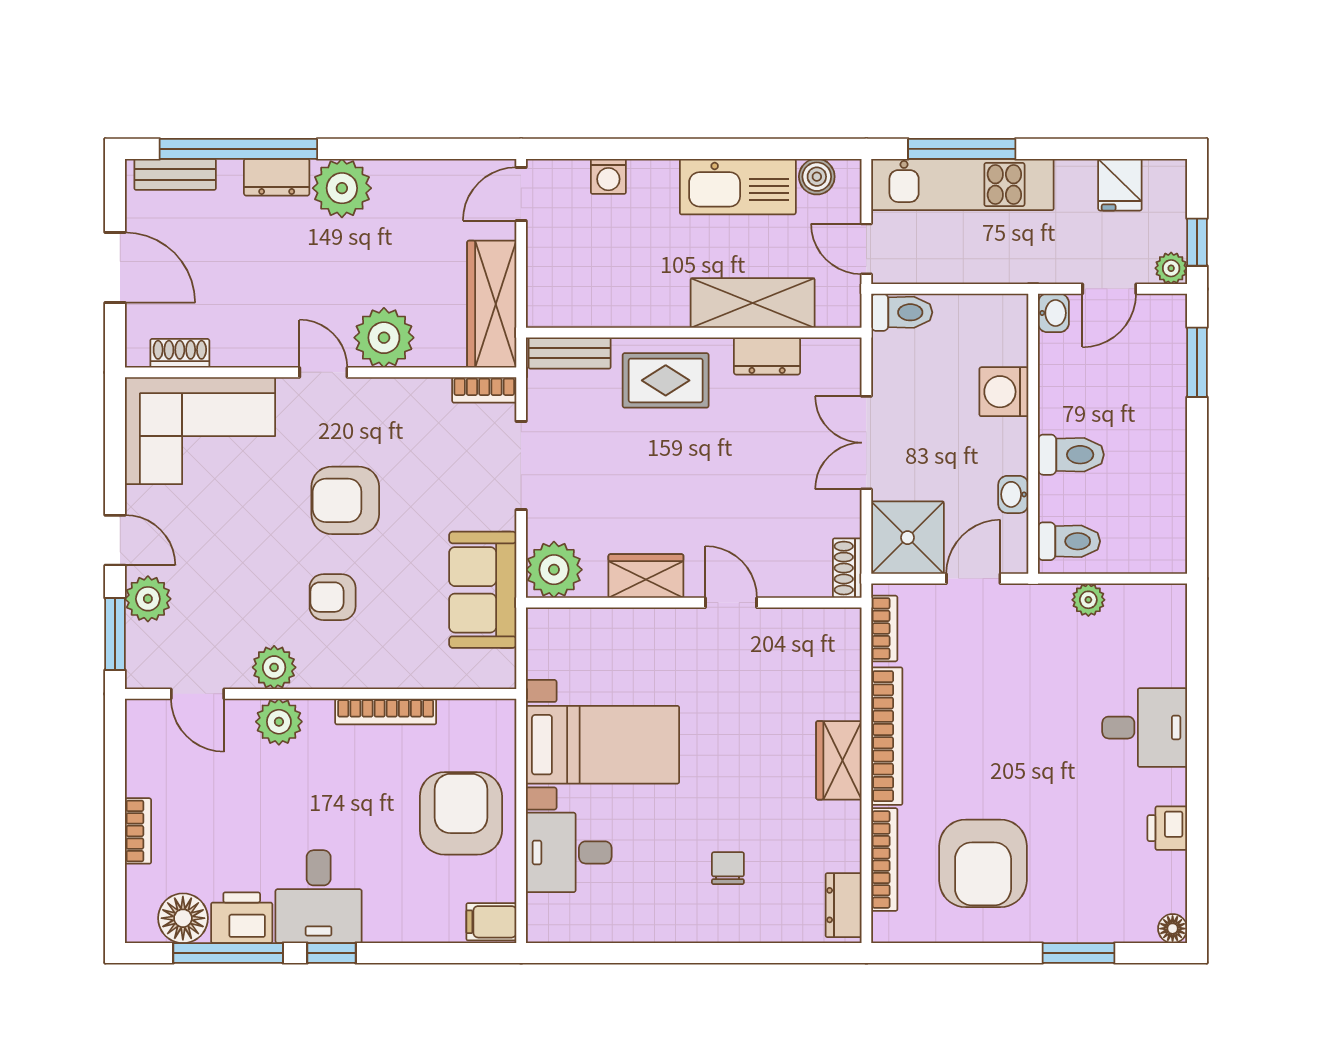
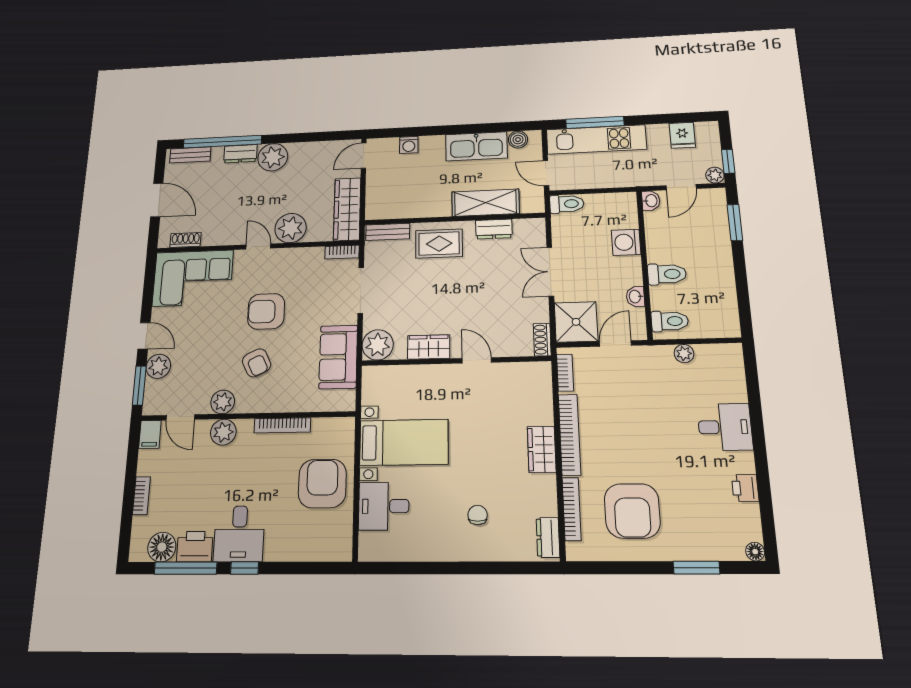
armchair: (333, 597) -> (257, 363), turned -116
filing cabinet: (491, 922) -> (150, 434), moved, turned -90

